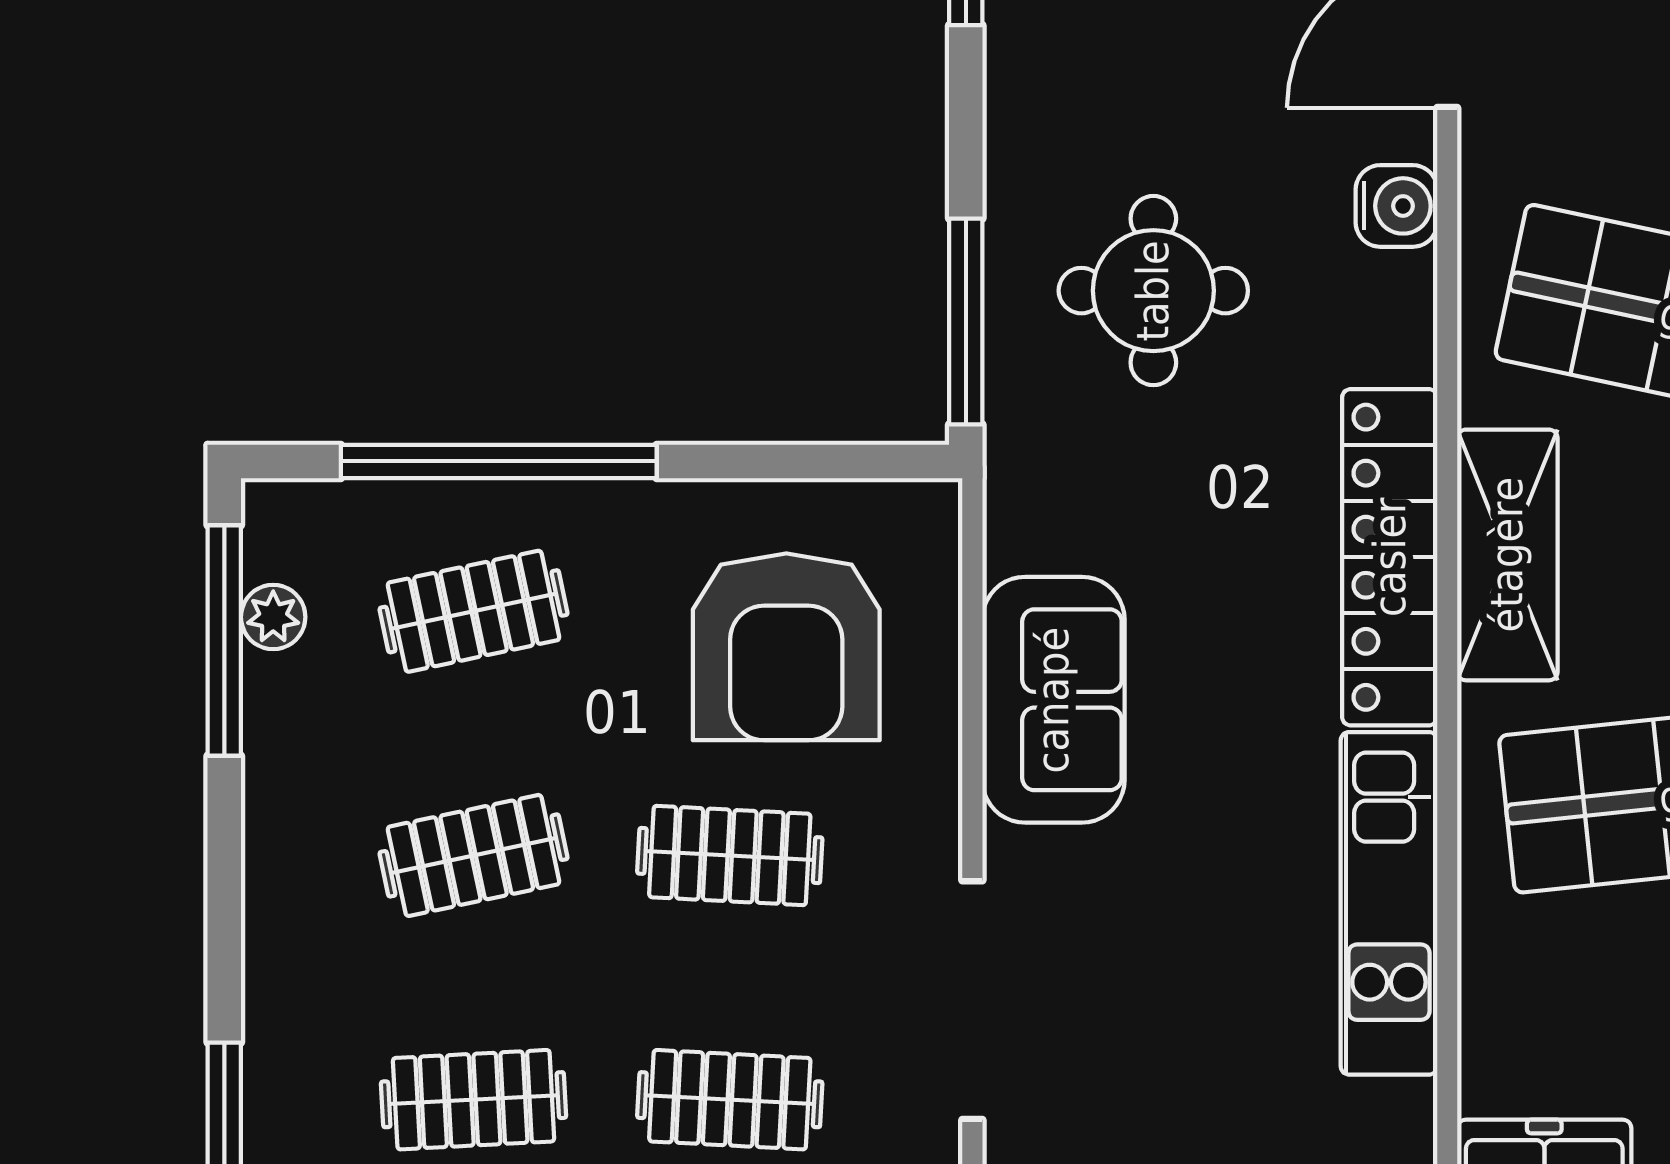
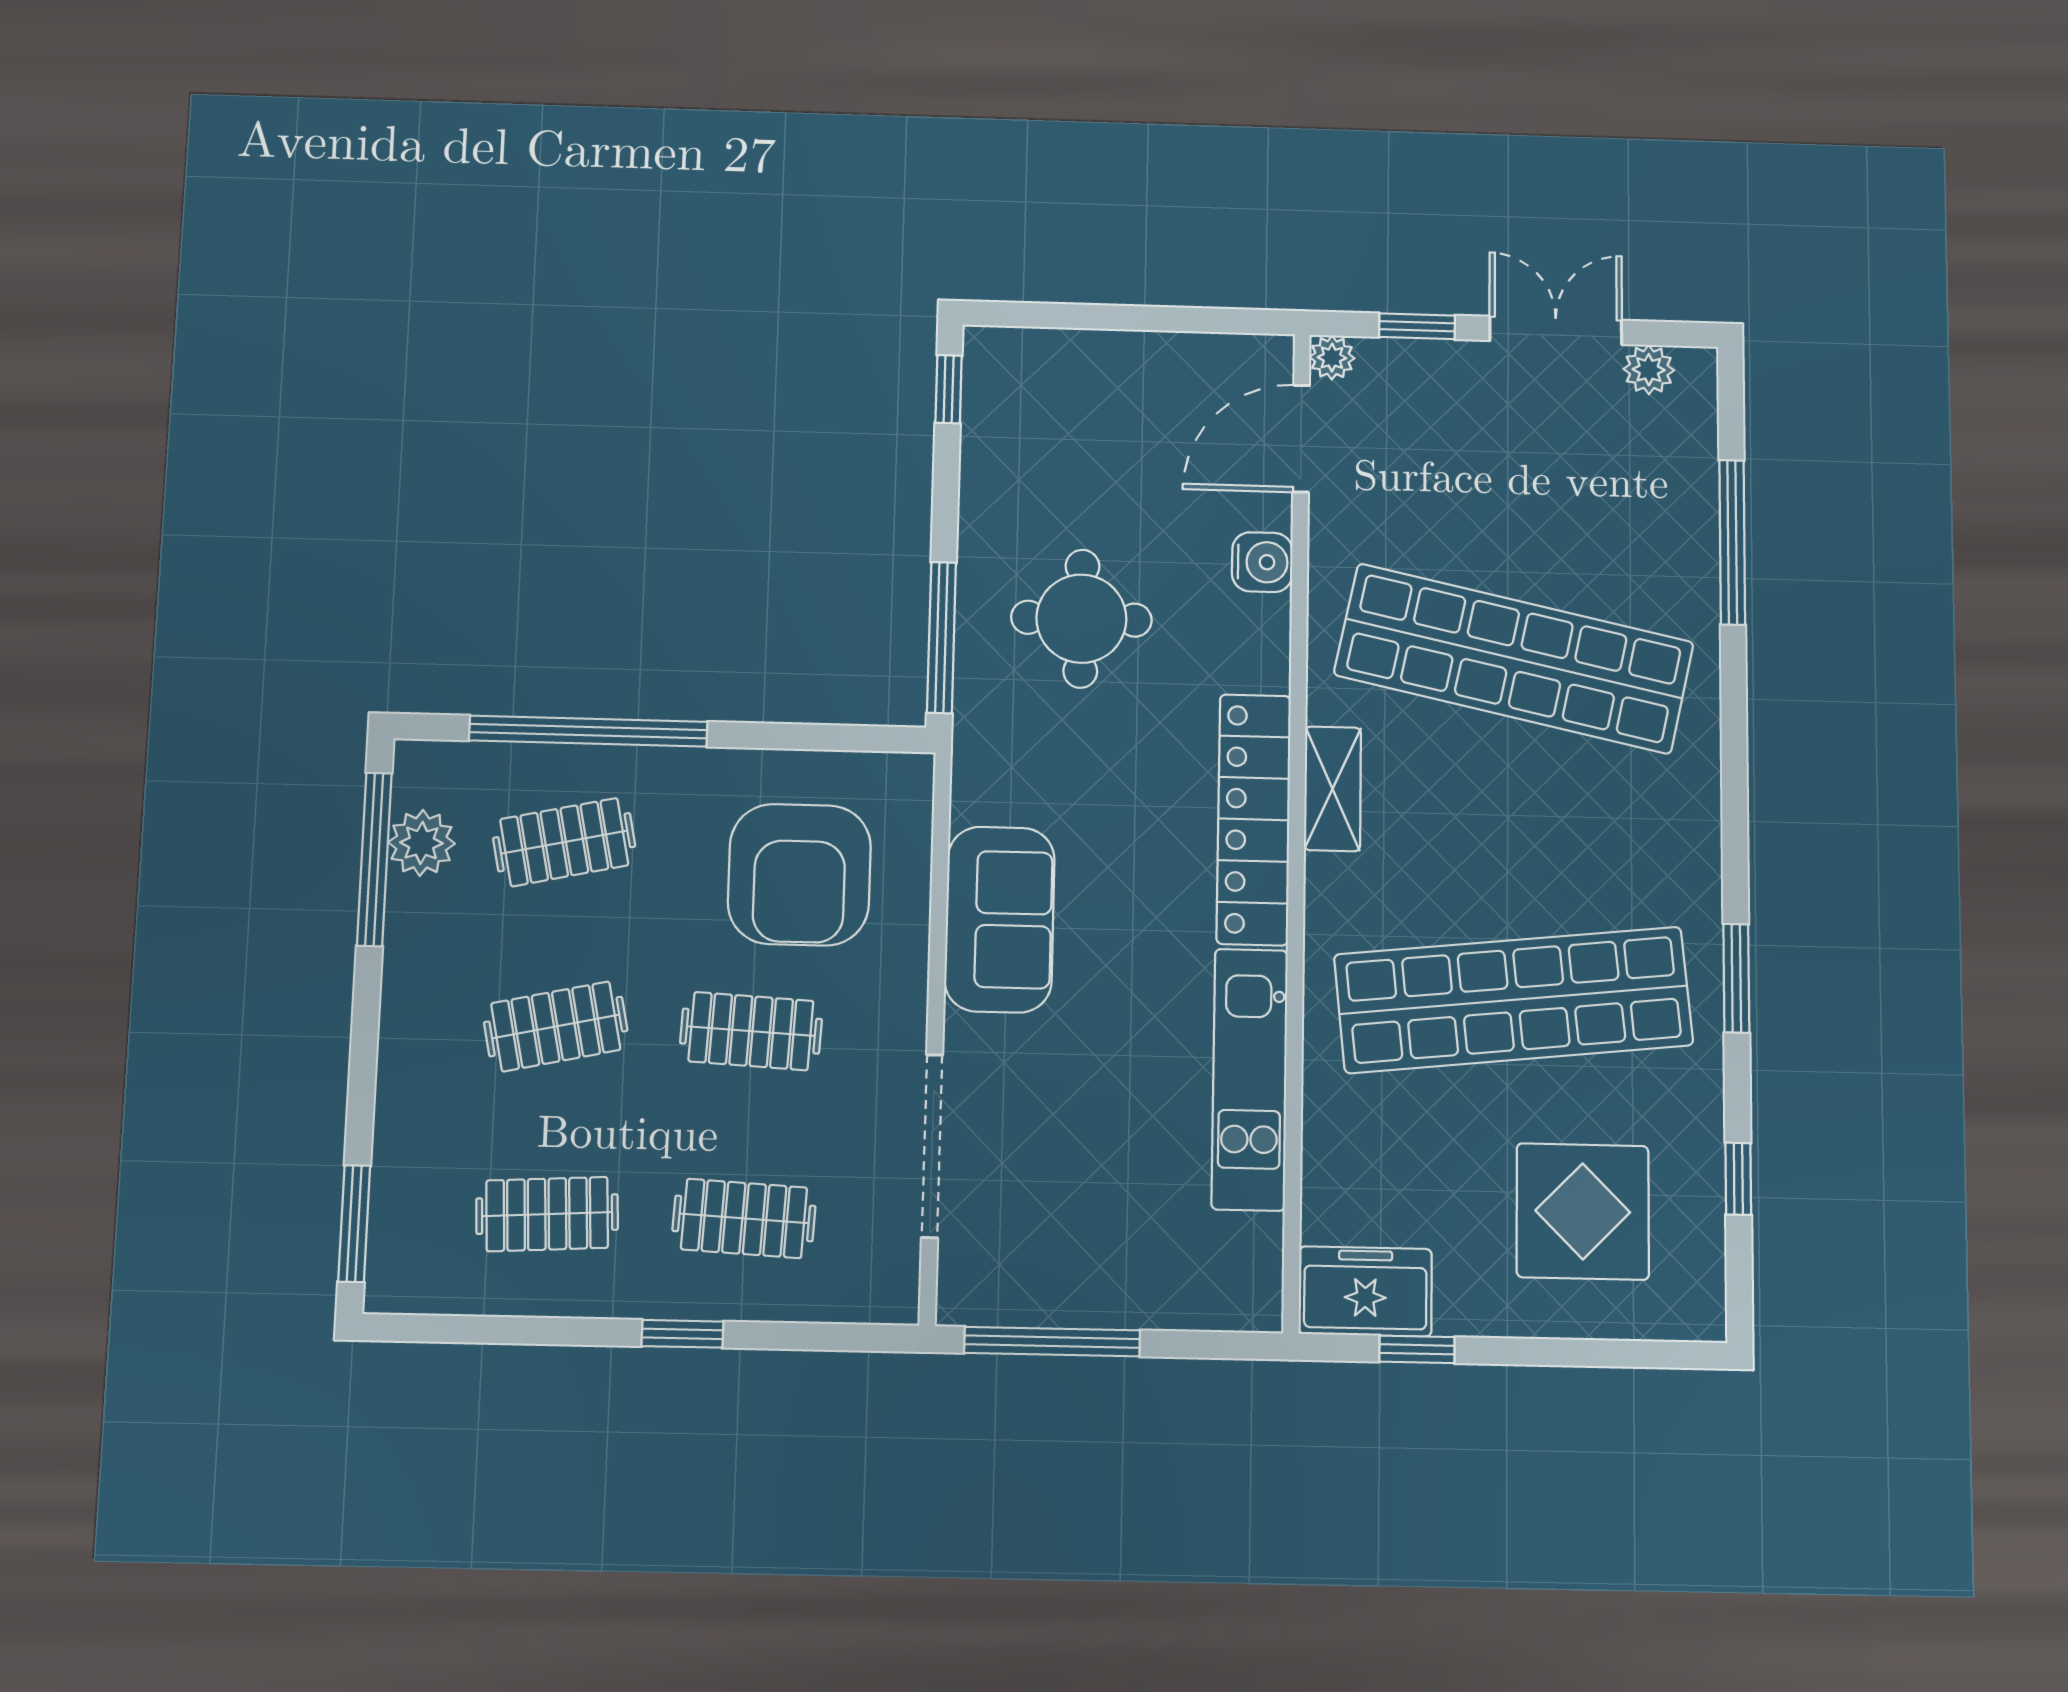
shelving: (1507, 555) -> (1333, 789), width x0.67, depth x0.75
plant: (273, 617) -> (421, 843), width x1.38, depth x1.38

